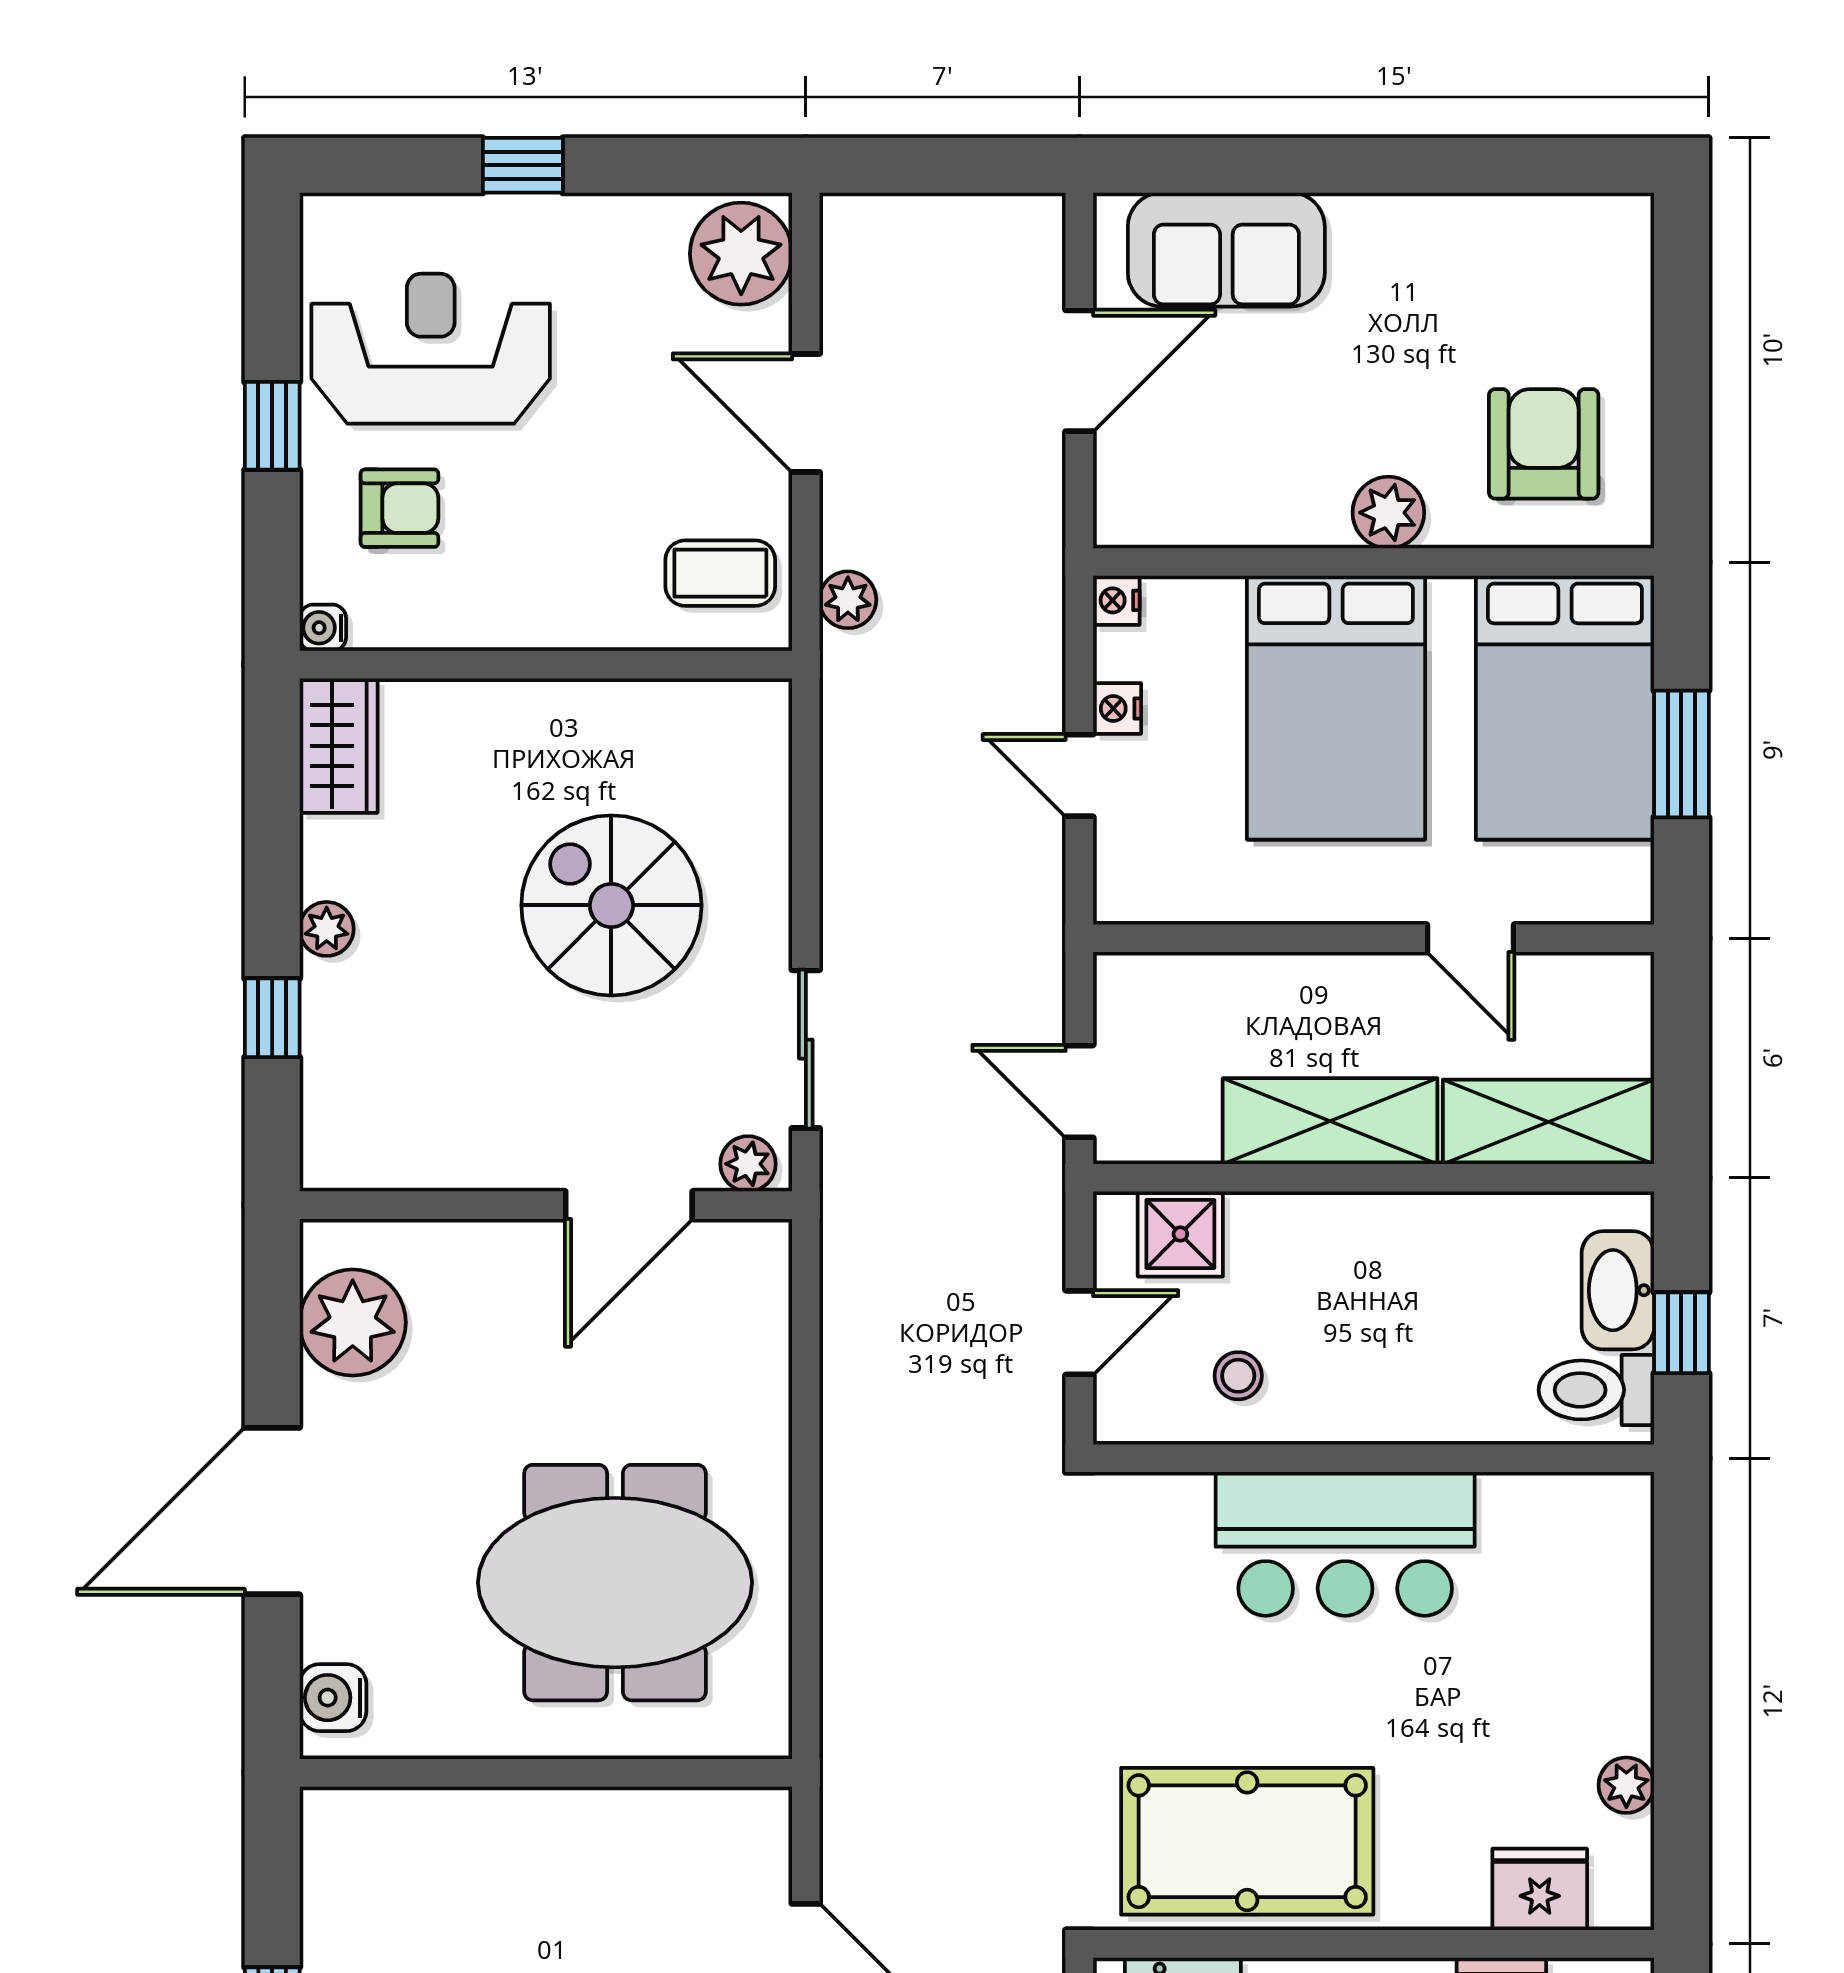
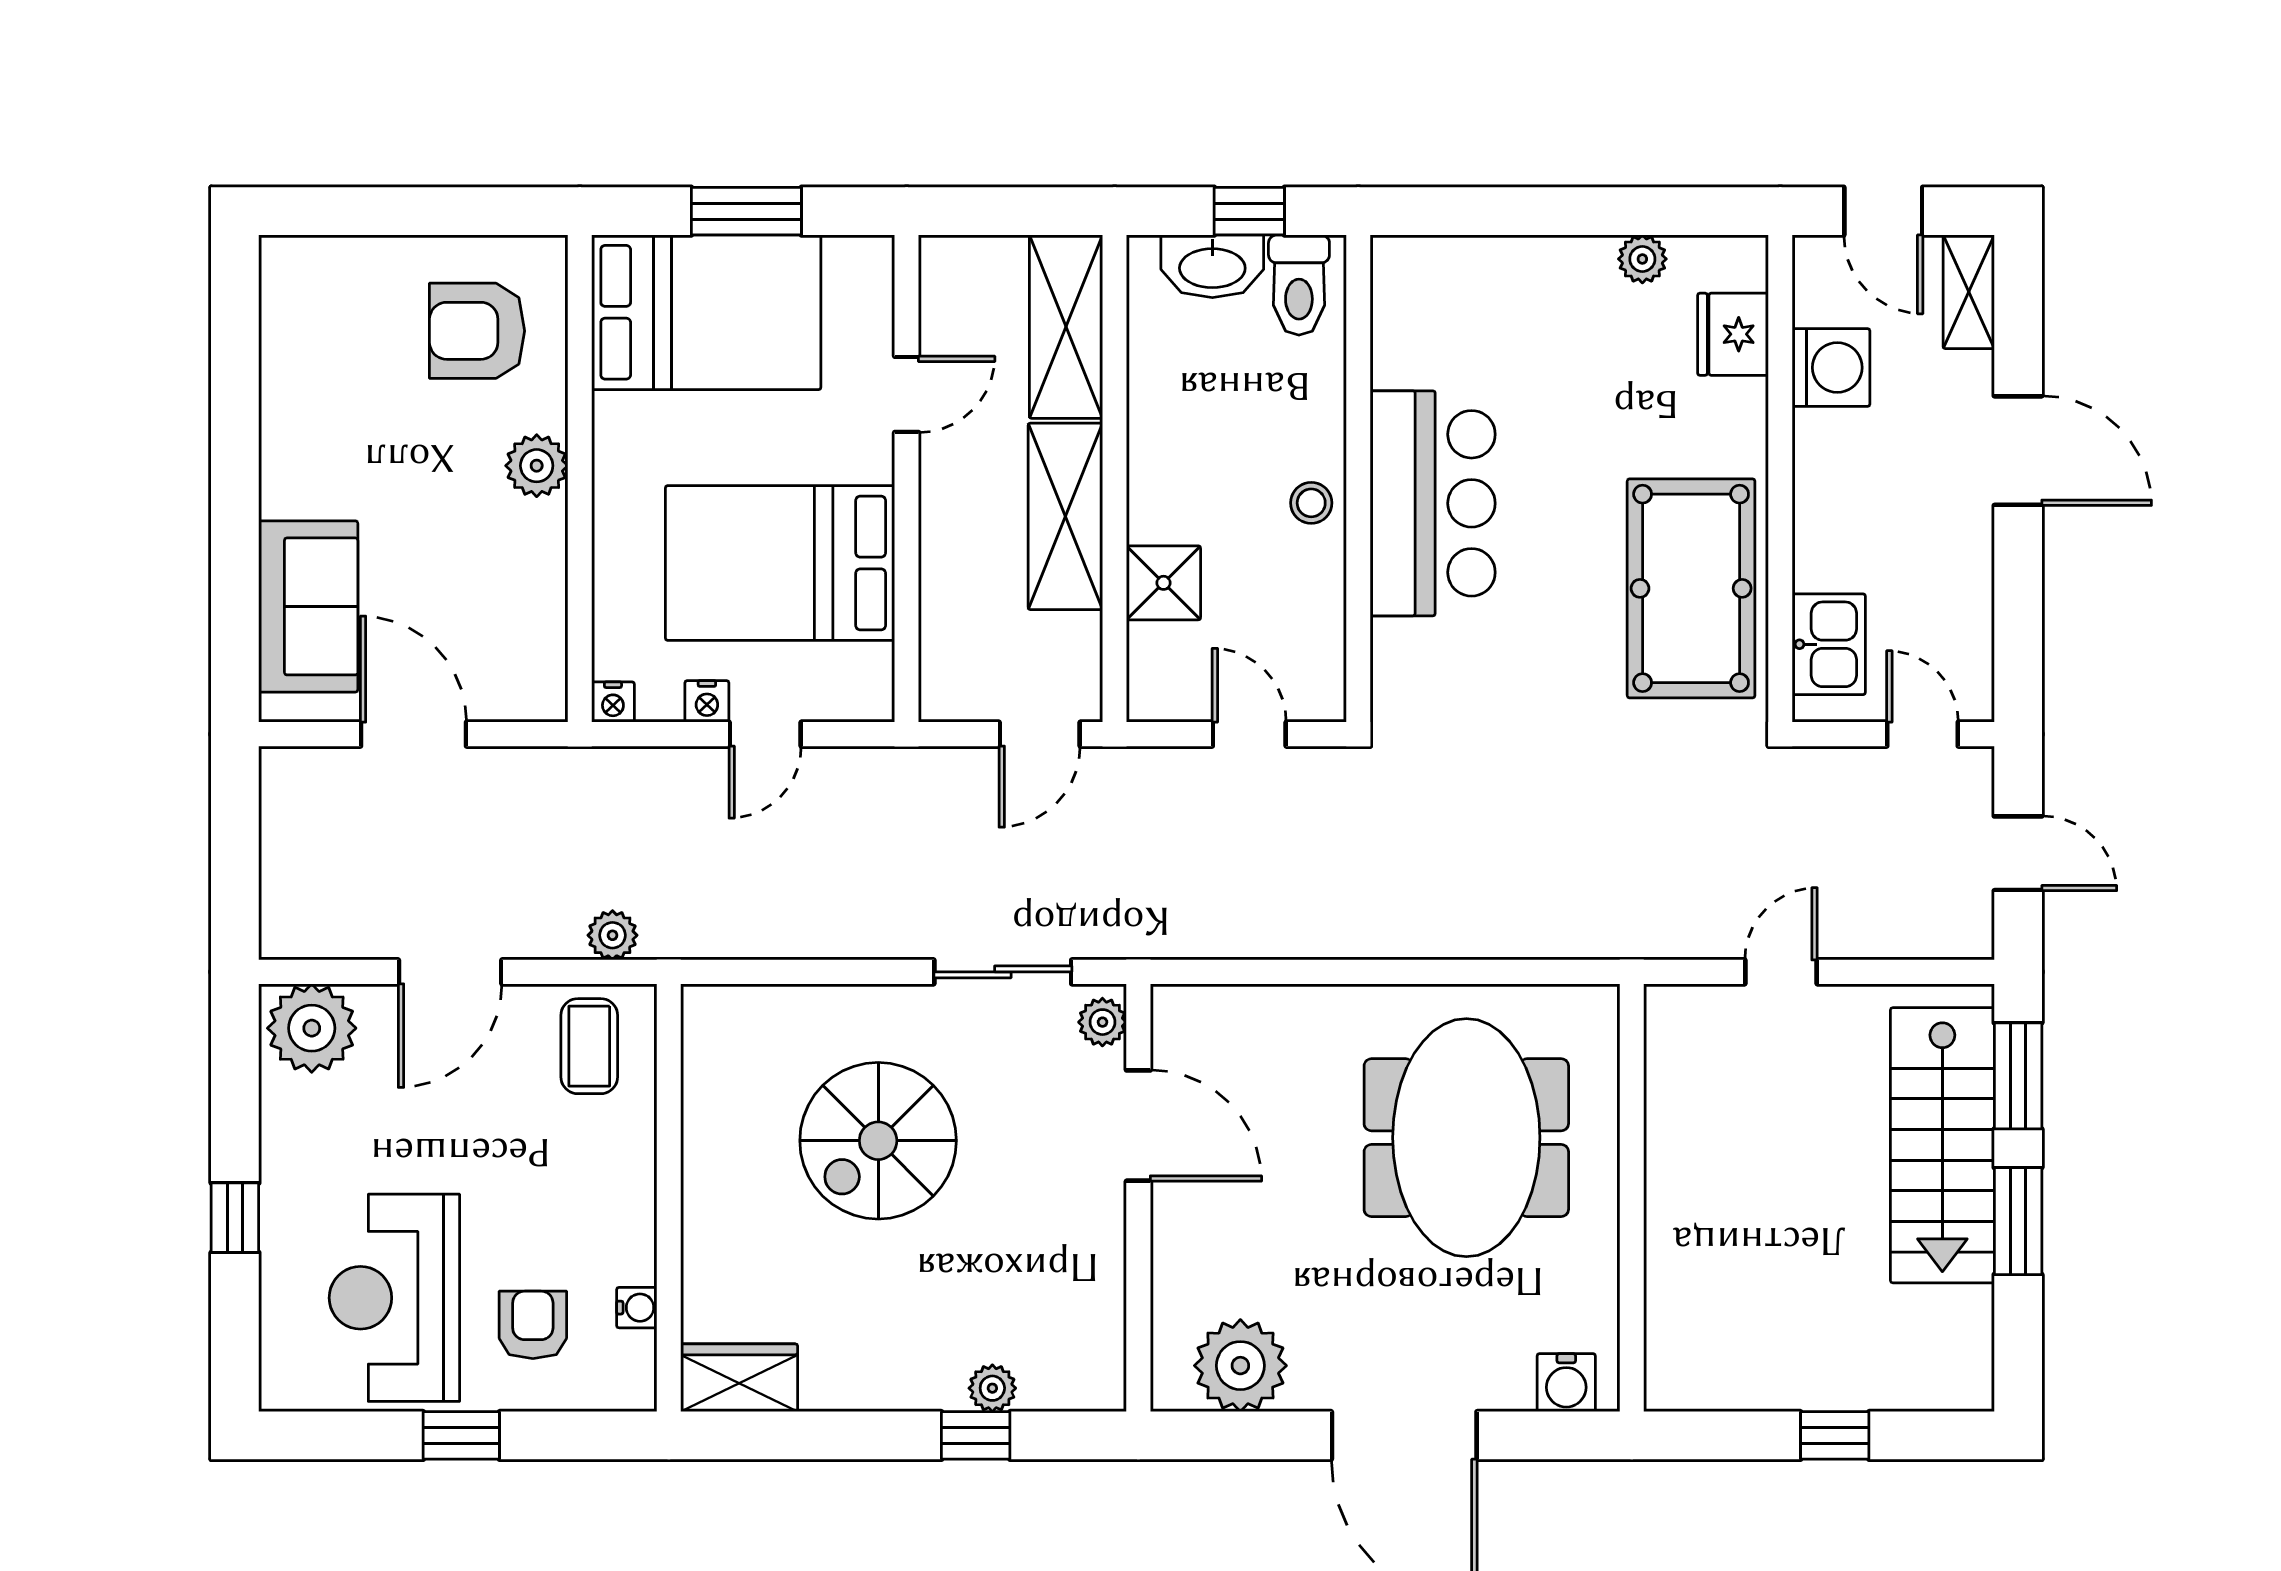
water cooler: (323, 628) -> (637, 1308), moved, turned -90
bed: (1336, 708) -> (780, 563), moved, turned 180
plant: (327, 929) -> (992, 1388), moved
shower: (1180, 1234) -> (1164, 583), moved
stool: (1238, 1376) -> (1311, 503), moved

